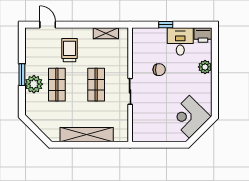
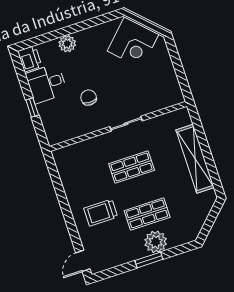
door: (48, 25) -> (83, 261), moved
shelving: (106, 33) -> (66, 176), removed

